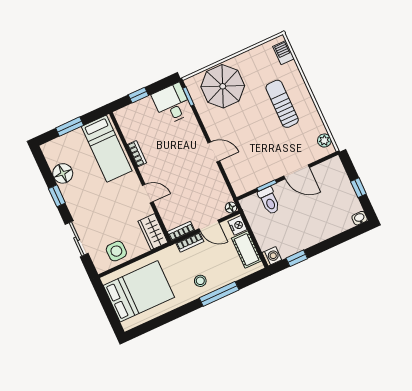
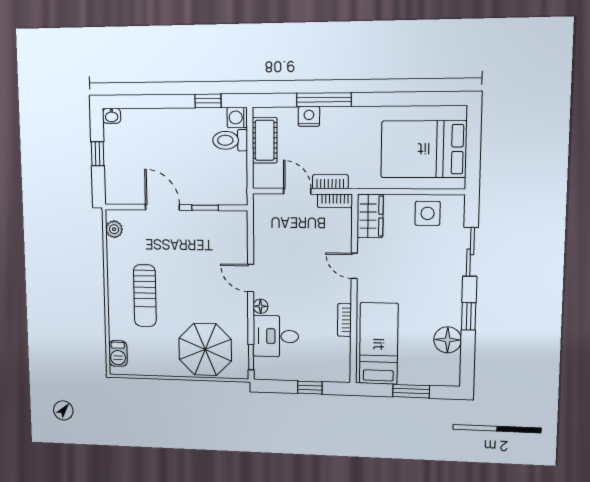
desk: (172, 104) -> (276, 336), moved, turned 90
toilet: (269, 201) -> (230, 140), moved, turned -90
floor lamp: (231, 208) -> (261, 306), moved
nightstand: (238, 225) -> (309, 116), moved, turned 90
stool: (200, 281) -> (340, 127), removed

